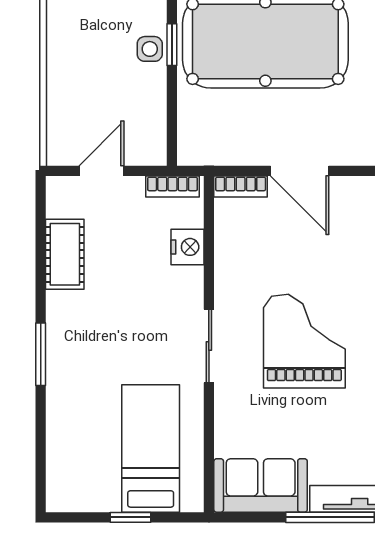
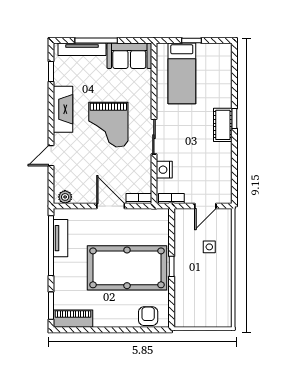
side table: (150, 49) -> (209, 247), moved
cot: (65, 254) -> (223, 125), moved
sliding door: (209, 346) -> (154, 137), moved
window: (41, 354) -> (234, 118), width x0.67

